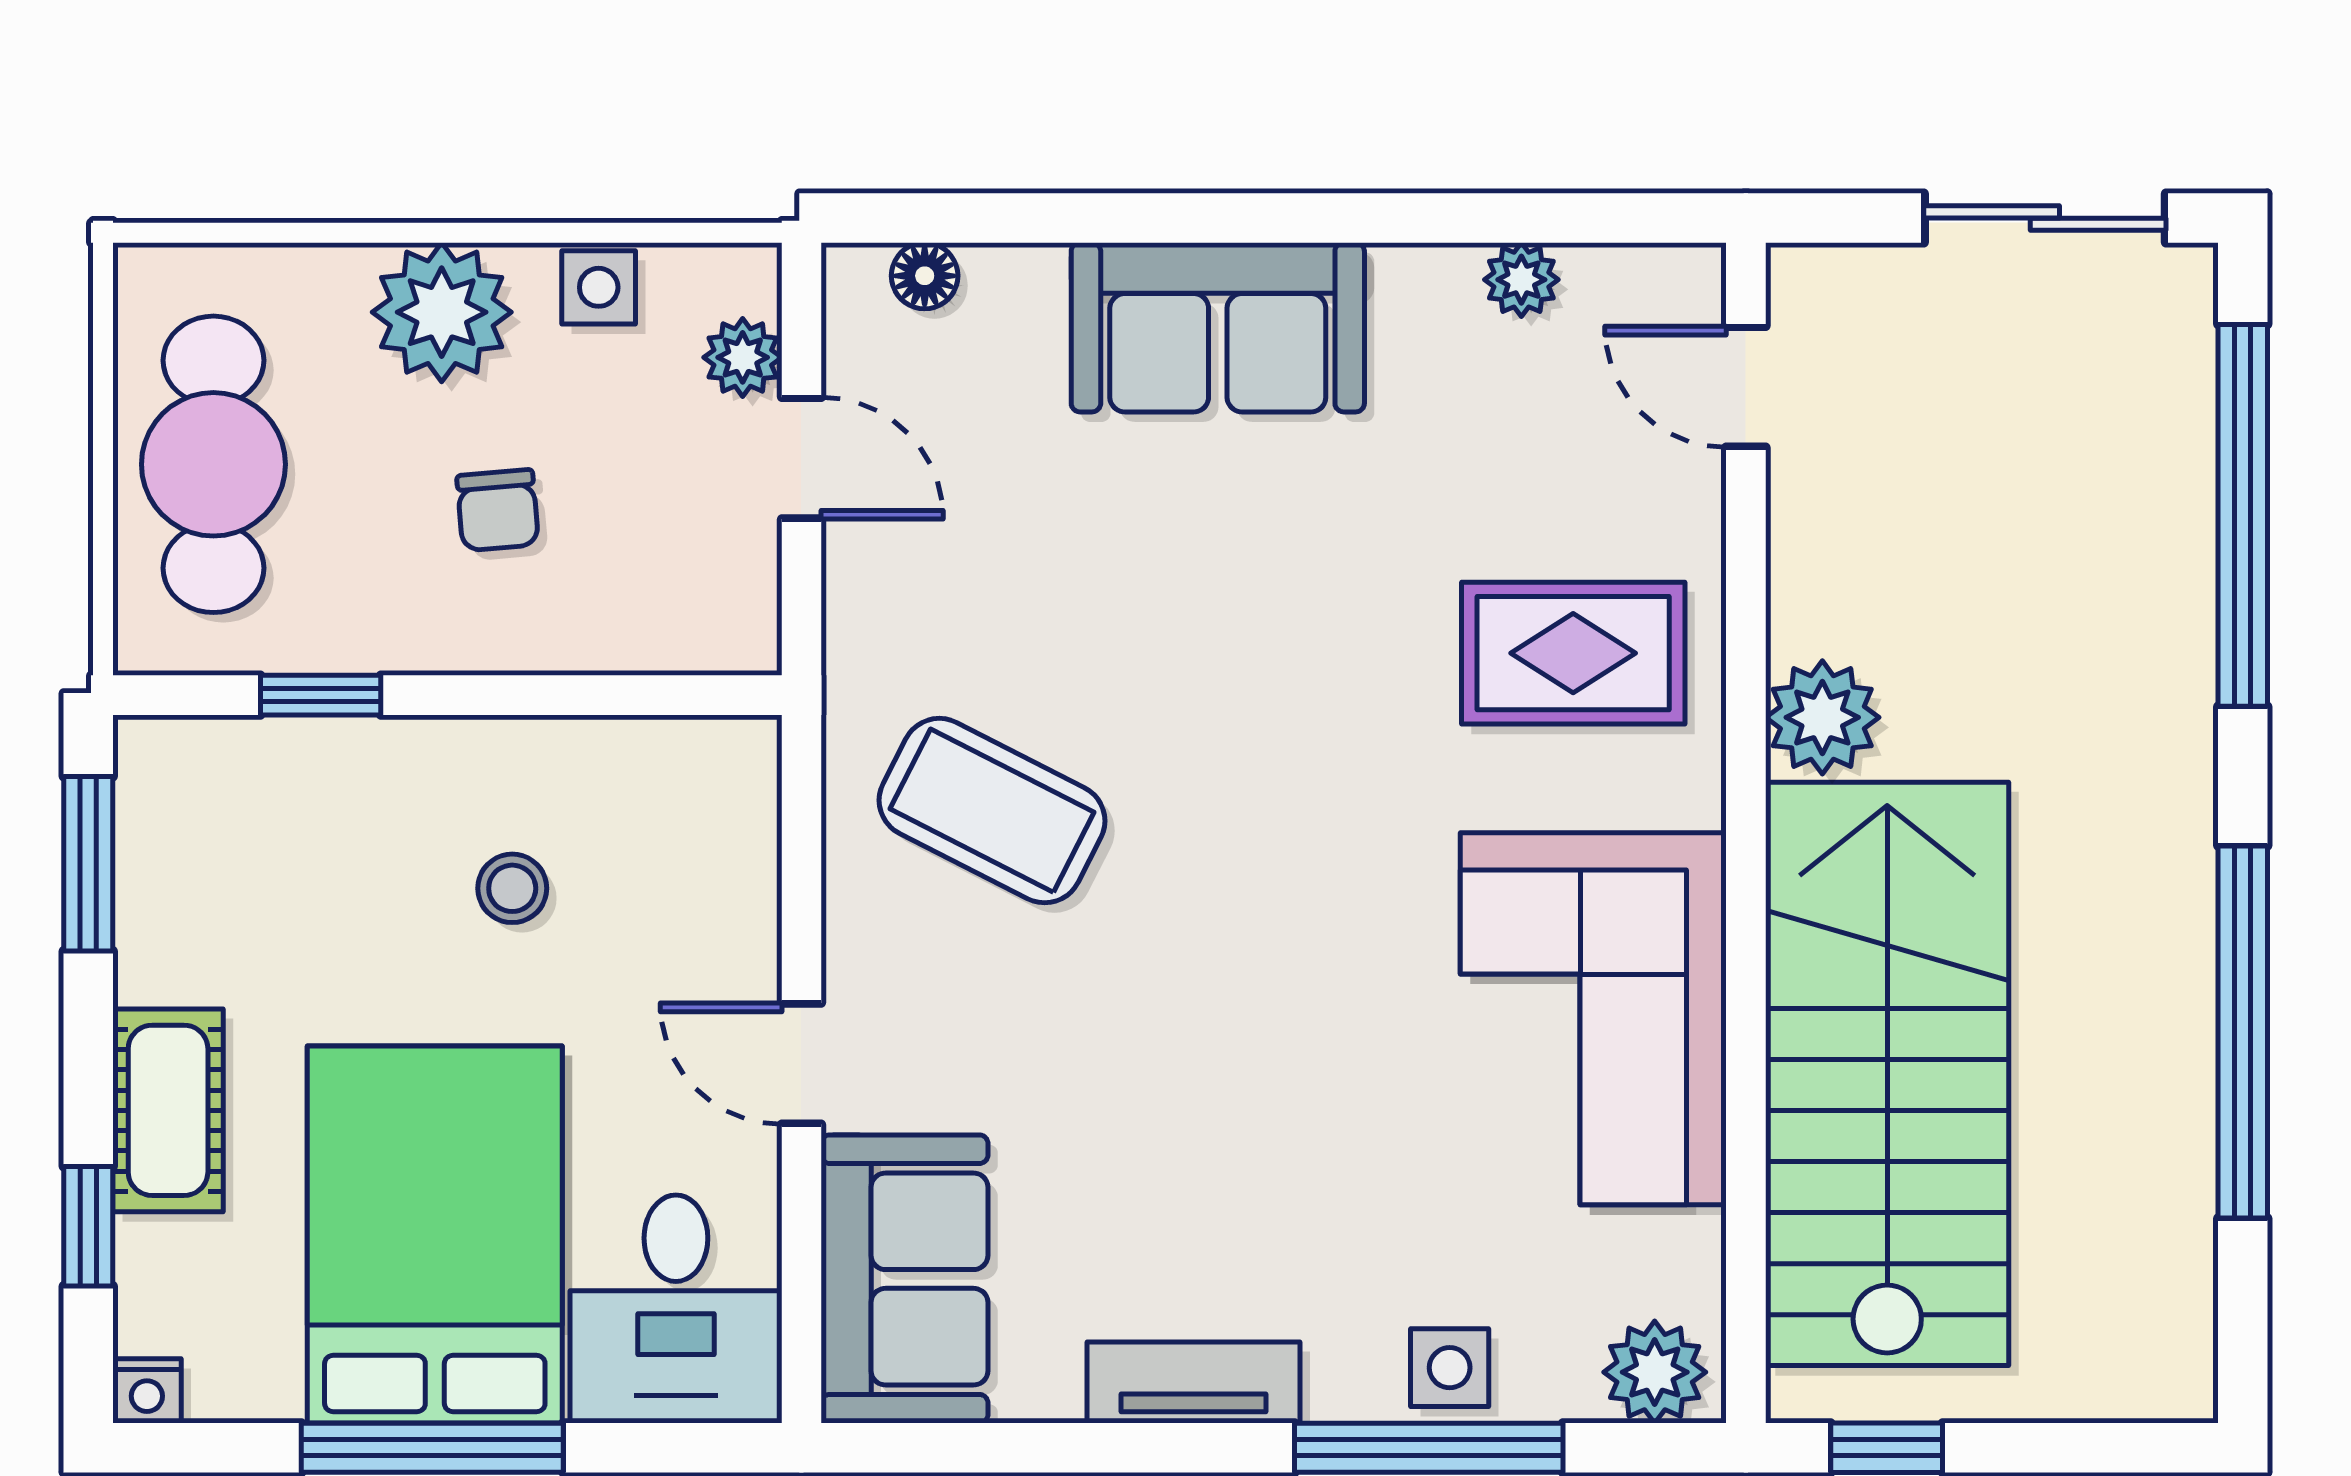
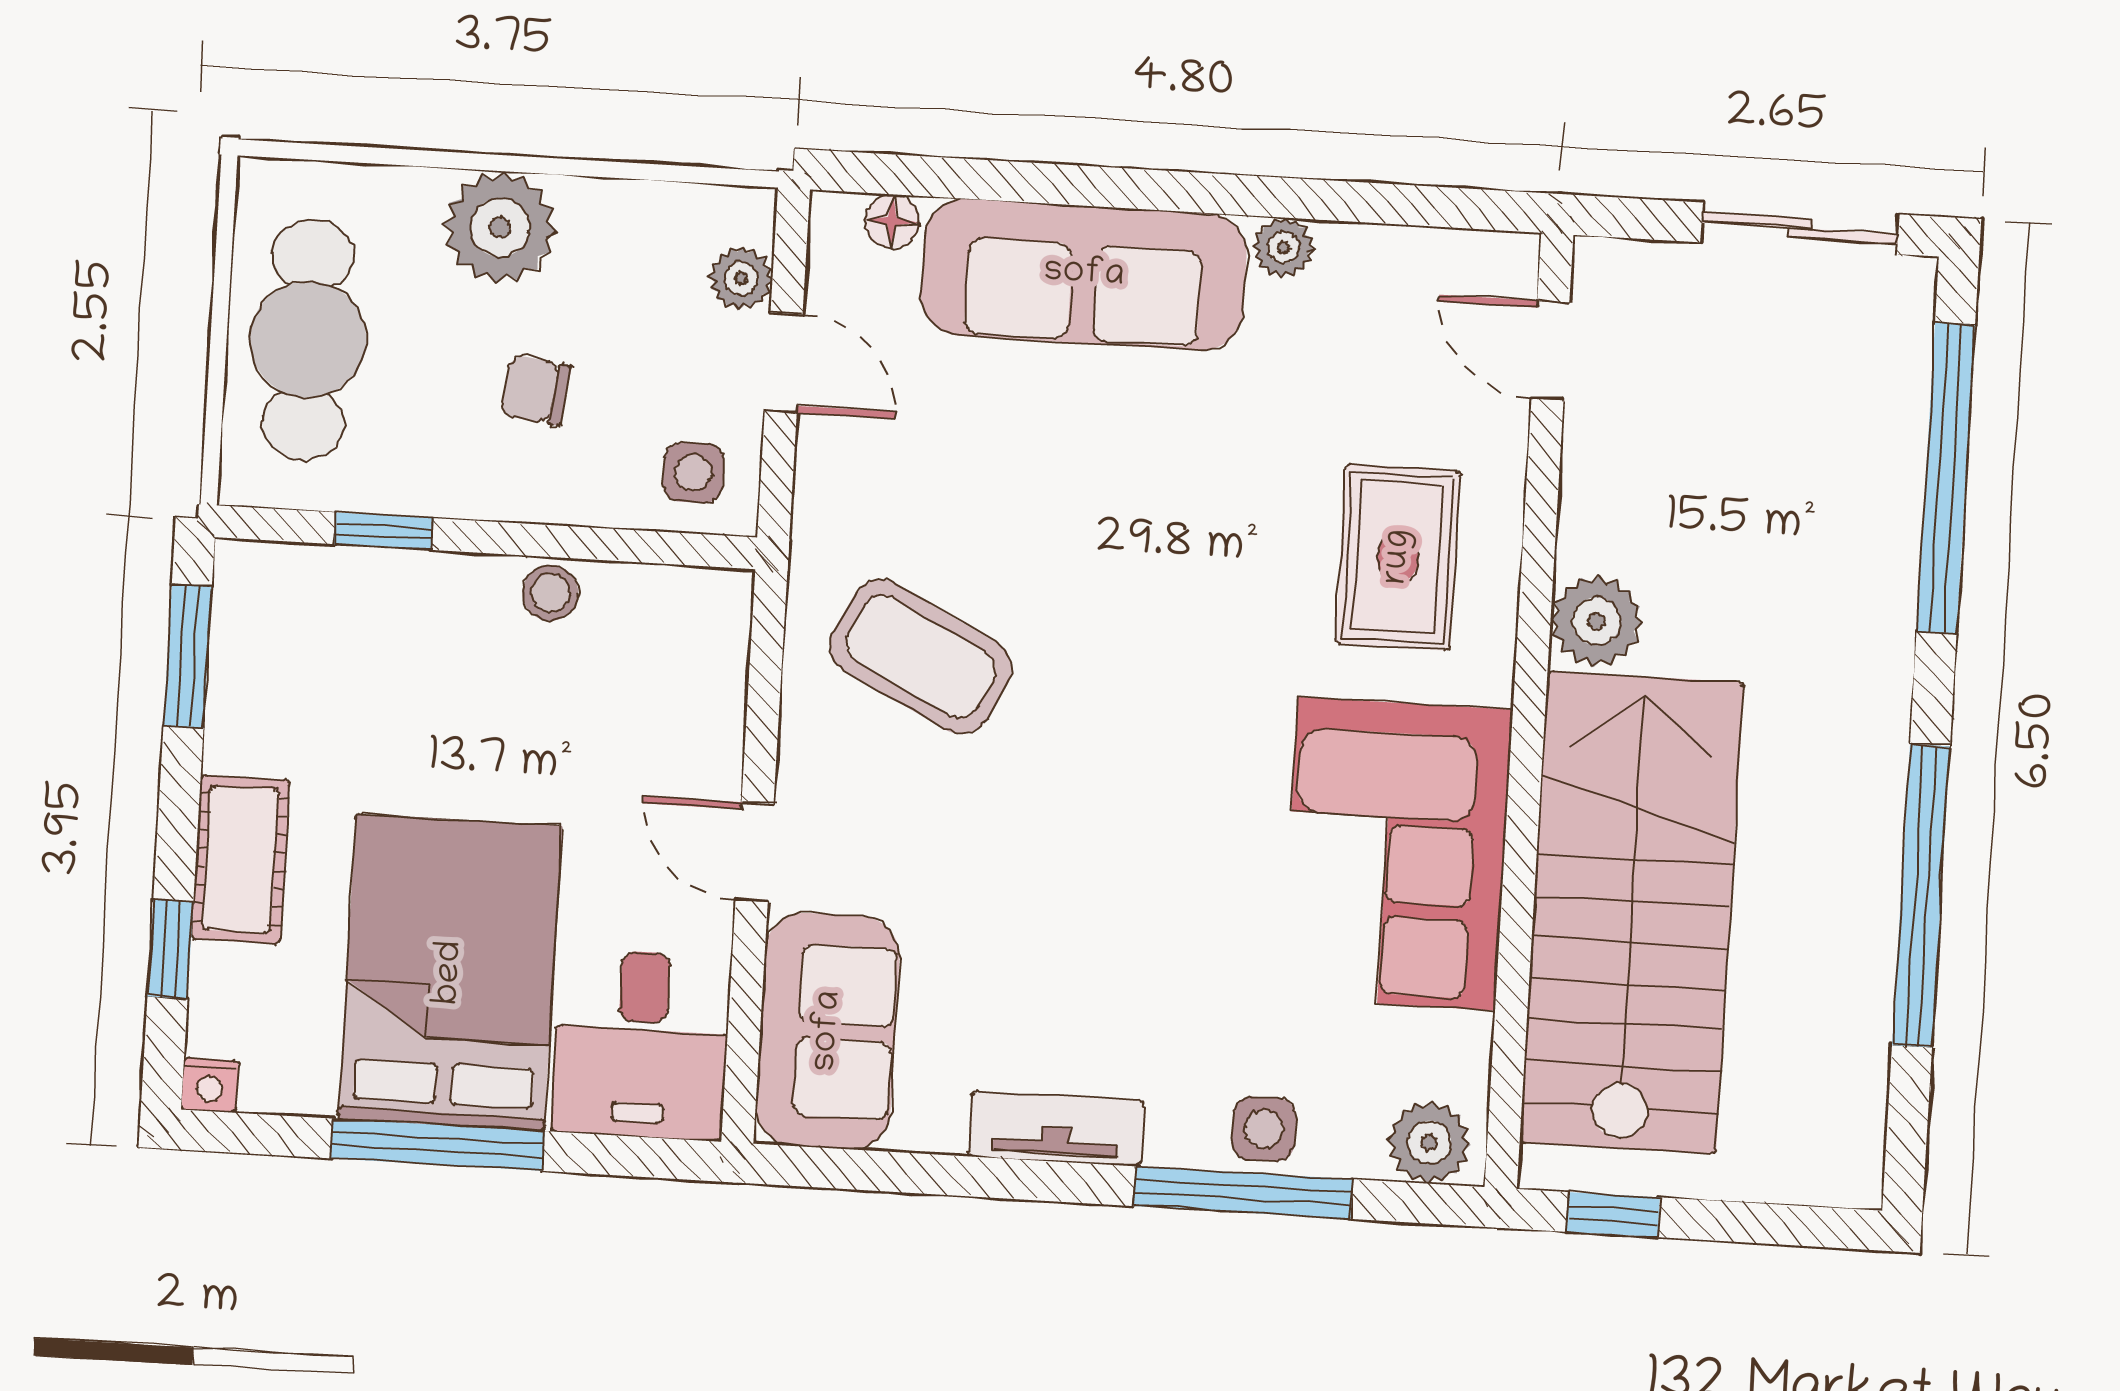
plant: (1521, 280) -> (1283, 248), moved
side table: (599, 287) -> (693, 473), moved
sofa: (1218, 327) -> (1084, 274), width x1.36
chair: (498, 510) -> (536, 390), turned 103
rug: (1573, 653) -> (1398, 557), turned 90
stool: (512, 888) -> (550, 593), moved

